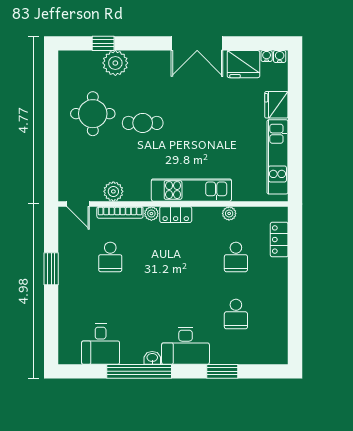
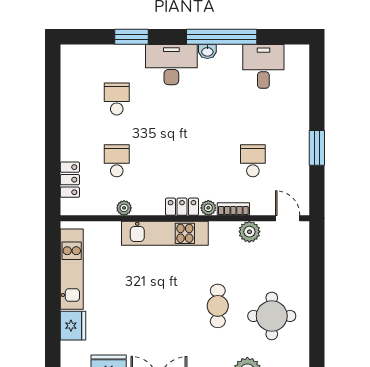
cafe table: (143, 123) -> (218, 306), turned 90
bookcase: (120, 212) -> (233, 209), width x0.64

